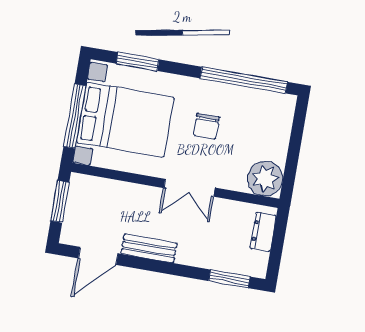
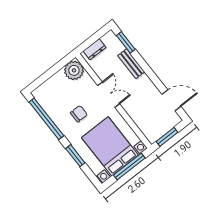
window: (138, 62) -> (75, 156), moved
bench: (149, 248) -> (131, 64), moved

